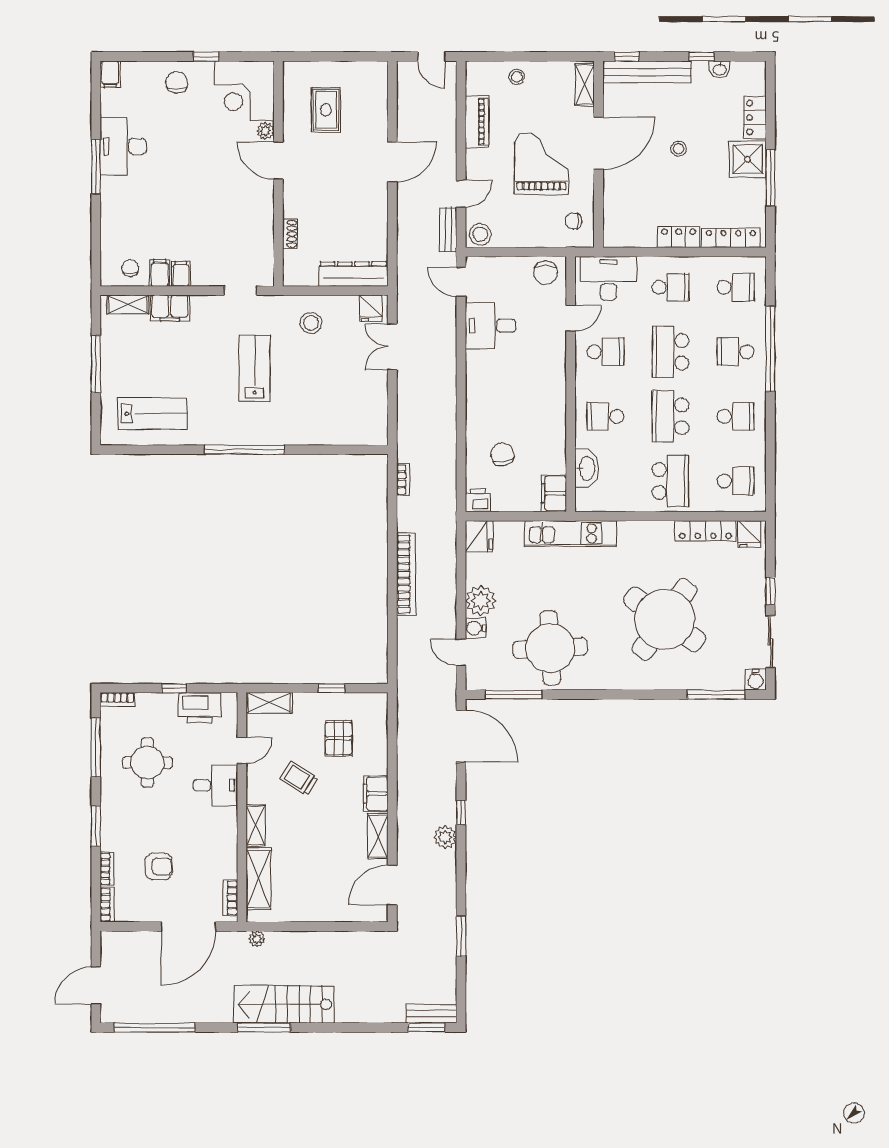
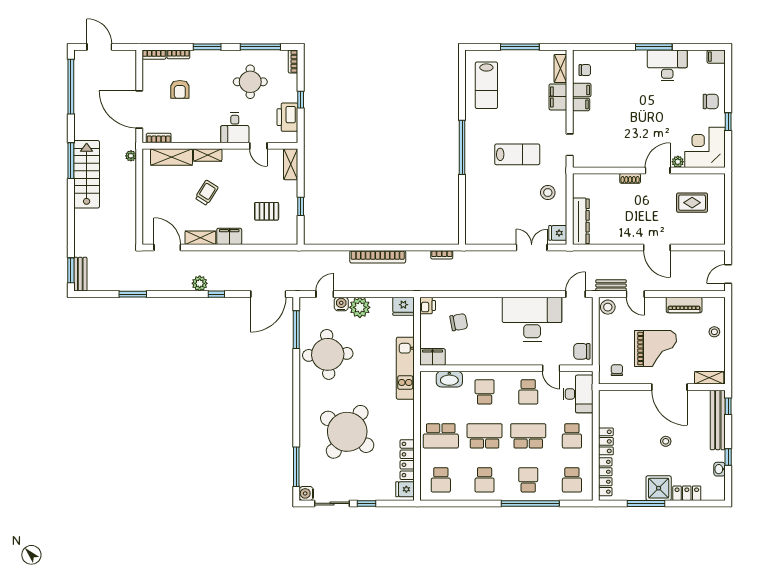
shoe rack: (290, 234) -> (630, 178), moved
desk: (491, 326) -> (532, 319), width x1.87, depth x1.30
trolley: (299, 778) -> (207, 193), moved

